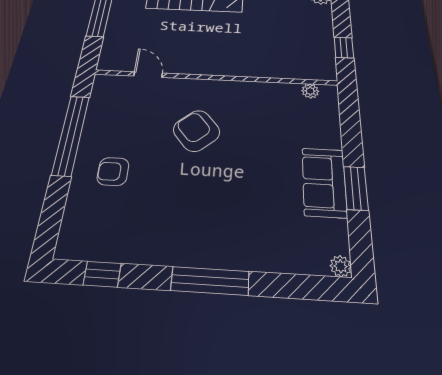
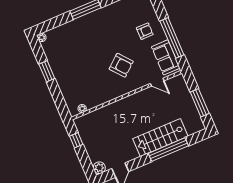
sofa: (324, 182) -> (166, 57), moved, turned 180

